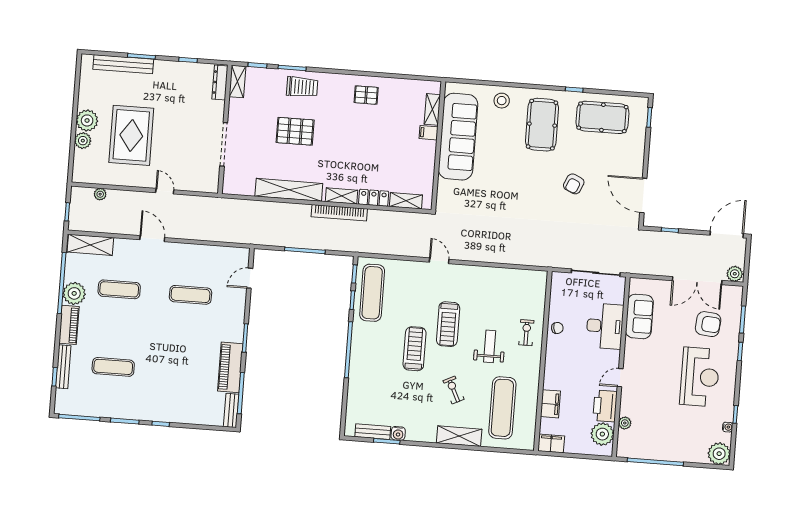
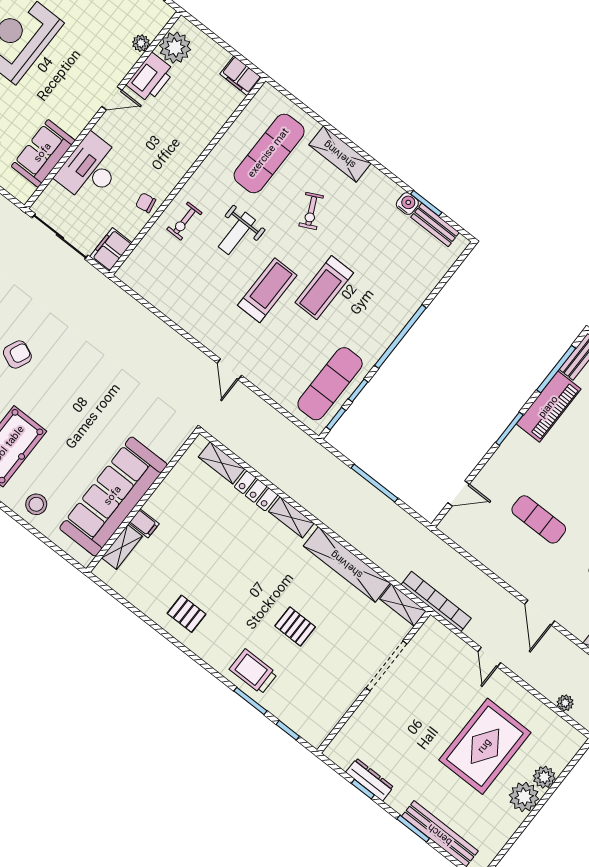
shelving: (238, 81) -> (403, 605), moved, turned 90
dresser: (220, 82) -> (370, 780), moved, turned -90
pallet: (295, 131) -> (295, 626), width x0.67, depth x0.71
bookcase: (339, 213) -> (436, 601), moved
filing cabinet: (550, 404) -> (111, 250), moved

